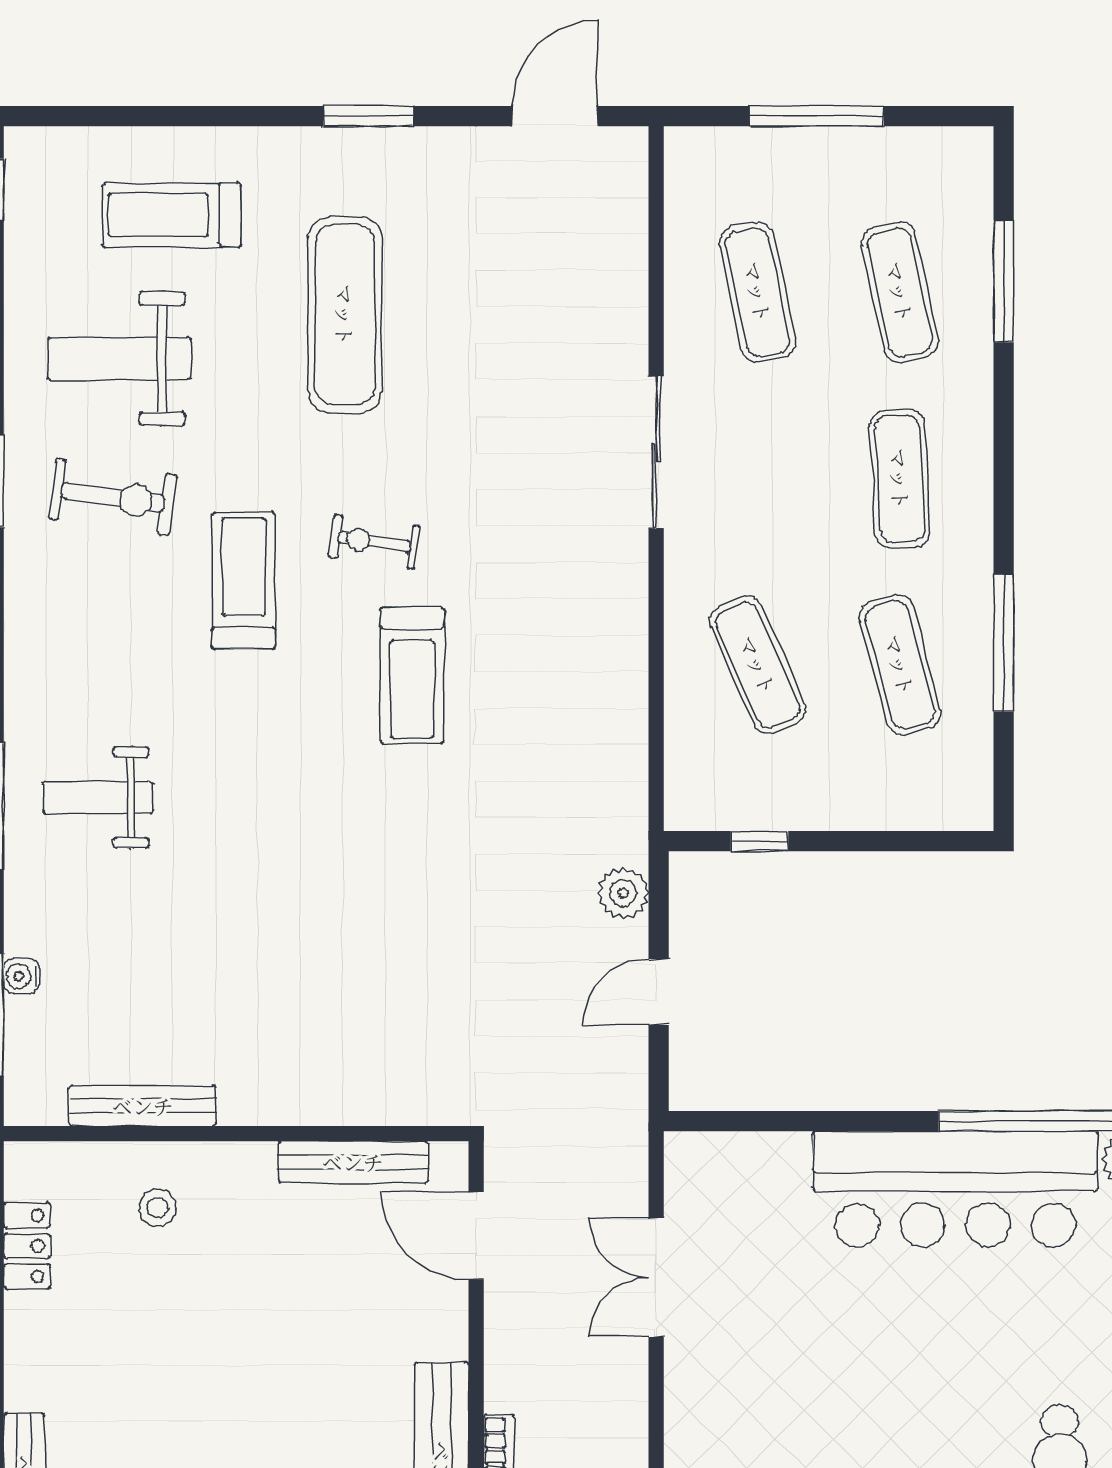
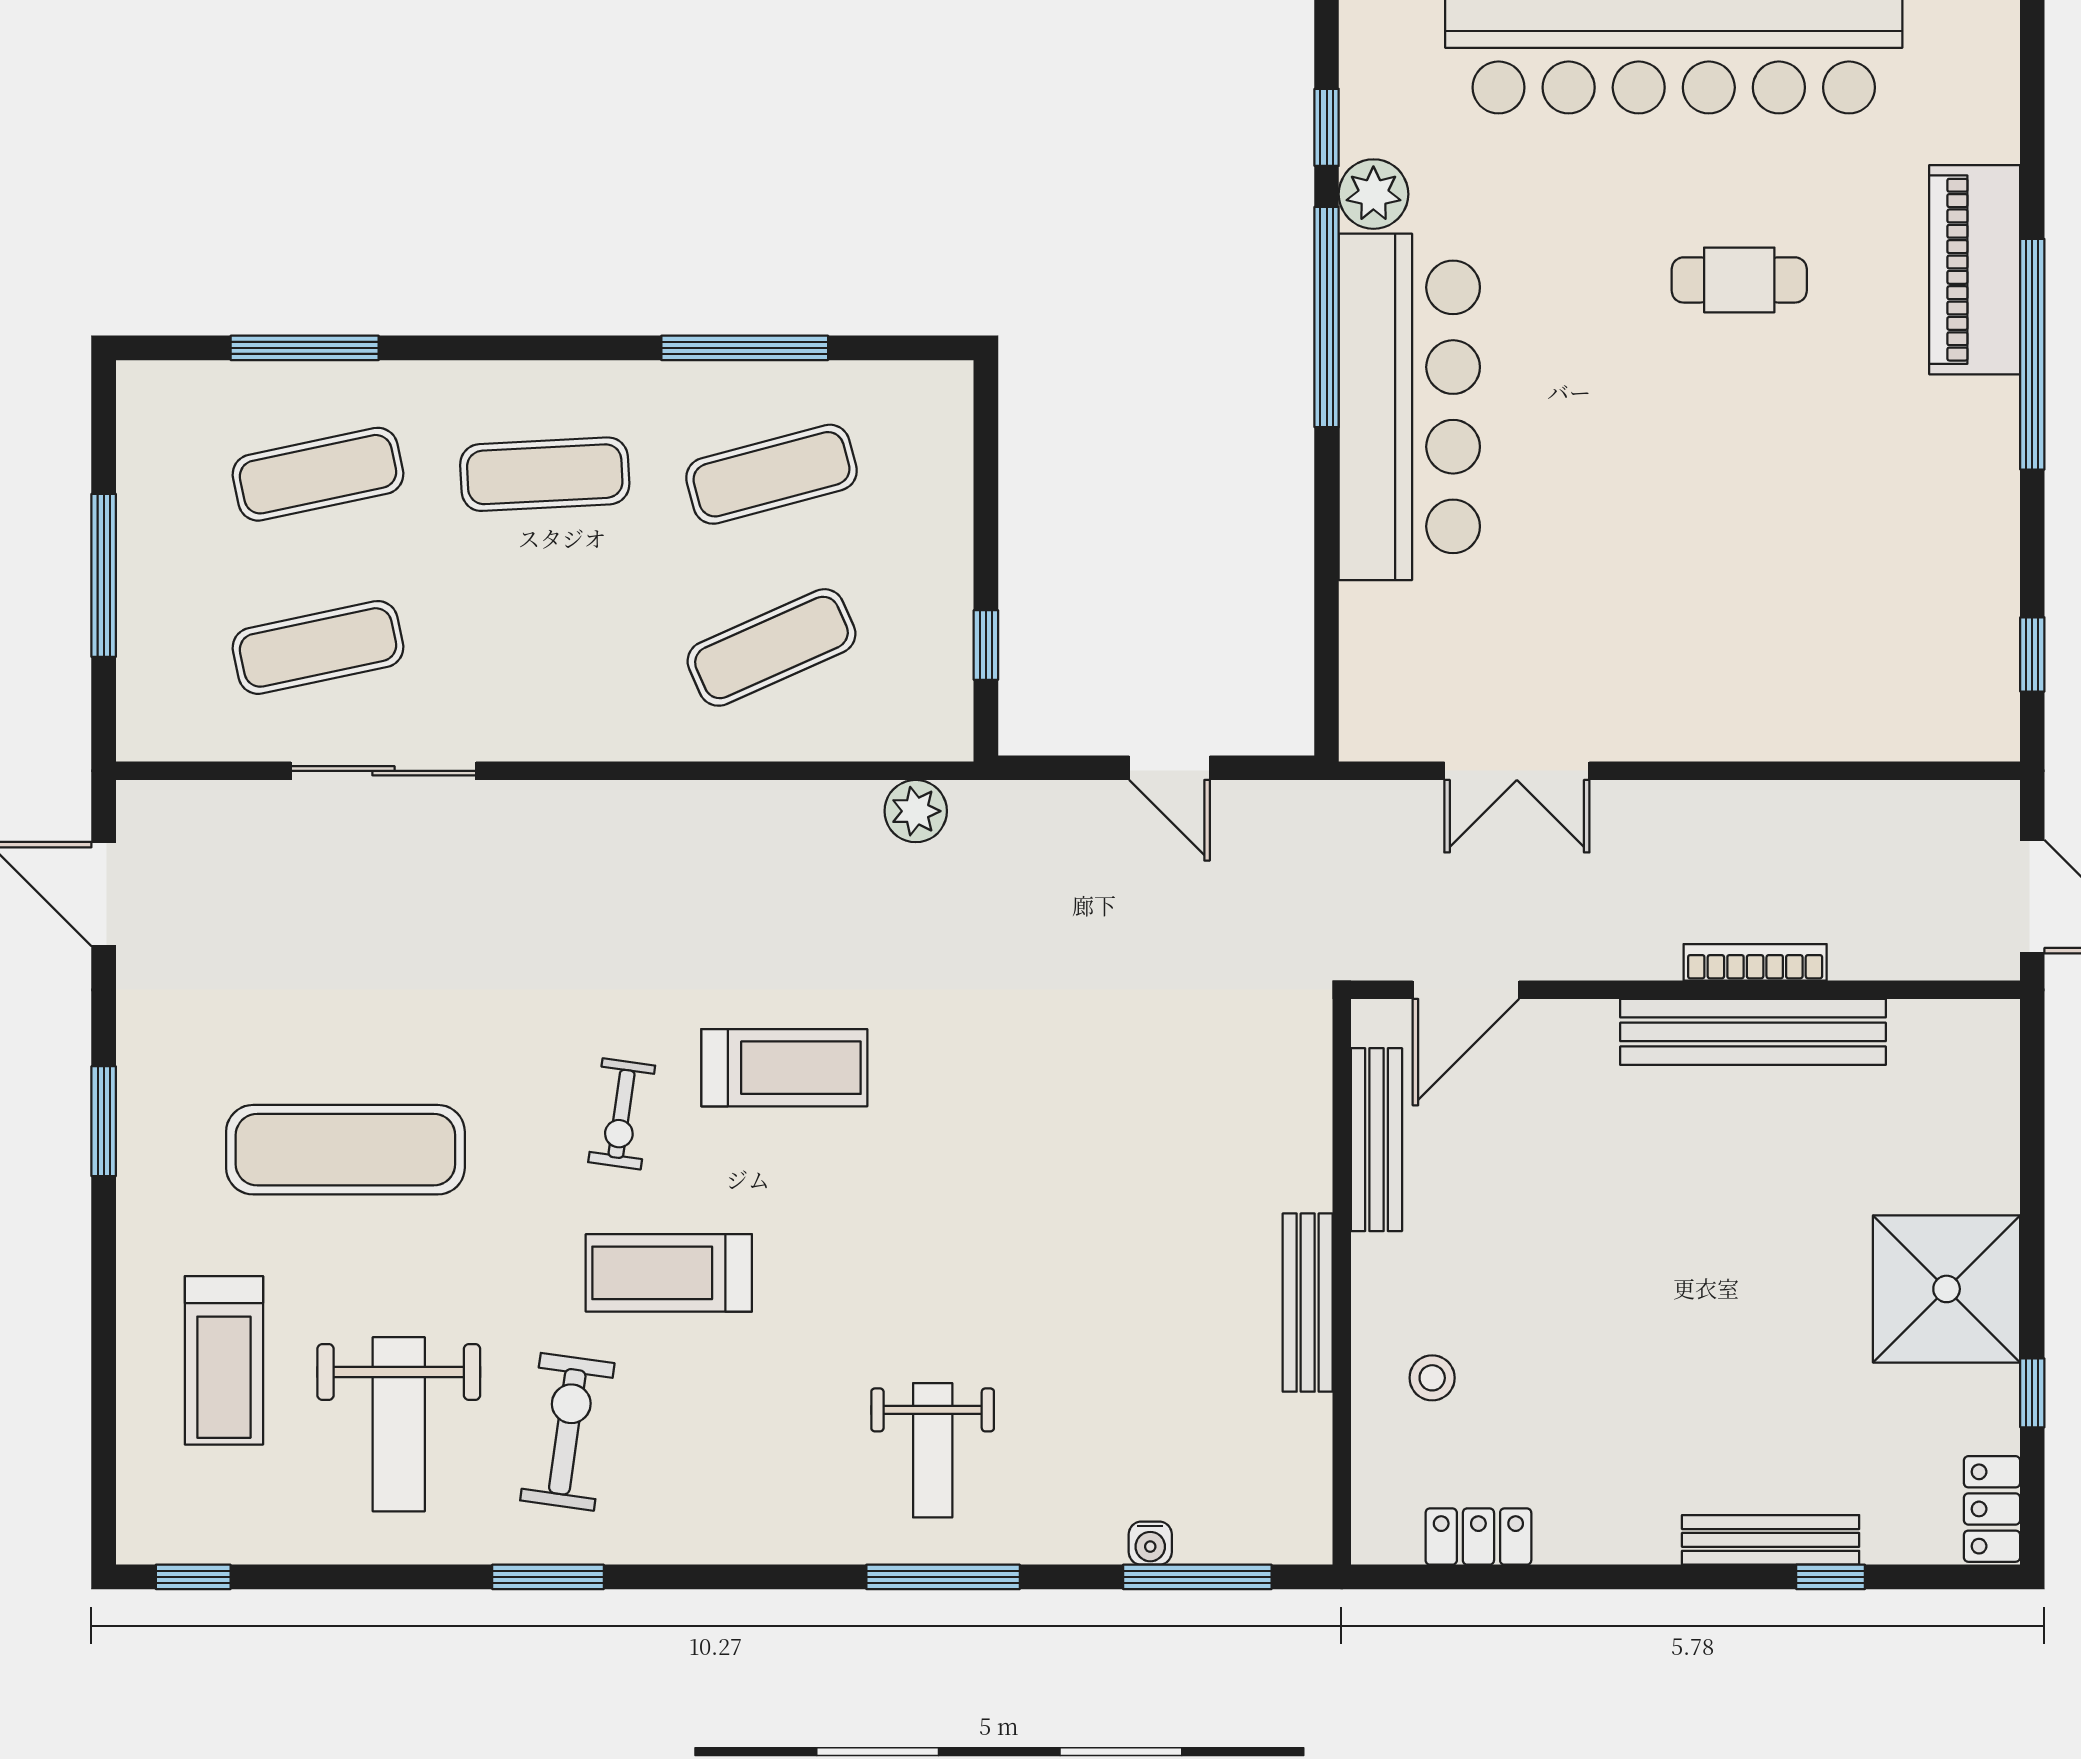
sliding door: (656, 452) -> (383, 771), moved
plant: (623, 893) -> (916, 811), moved
bench: (143, 1106) -> (1308, 1303), moved

